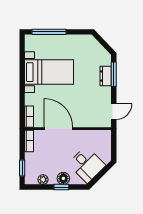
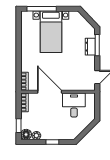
bed with nightstands: (49, 72) -> (51, 32), moved, turned 90
desk: (87, 165) -> (74, 105), moved, turned -135
floor lamp: (63, 178) -> (26, 134), moved

